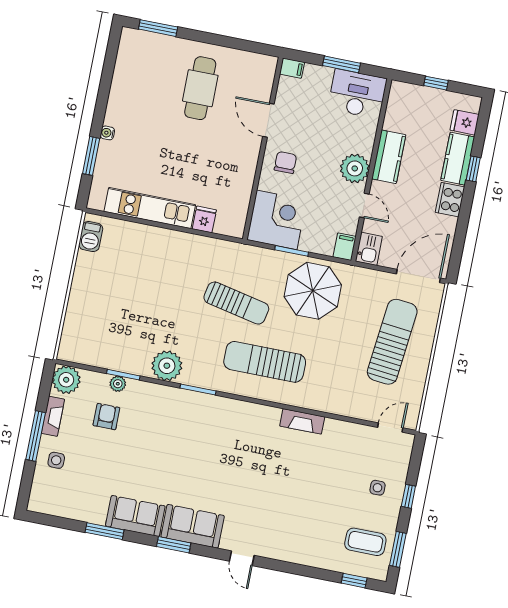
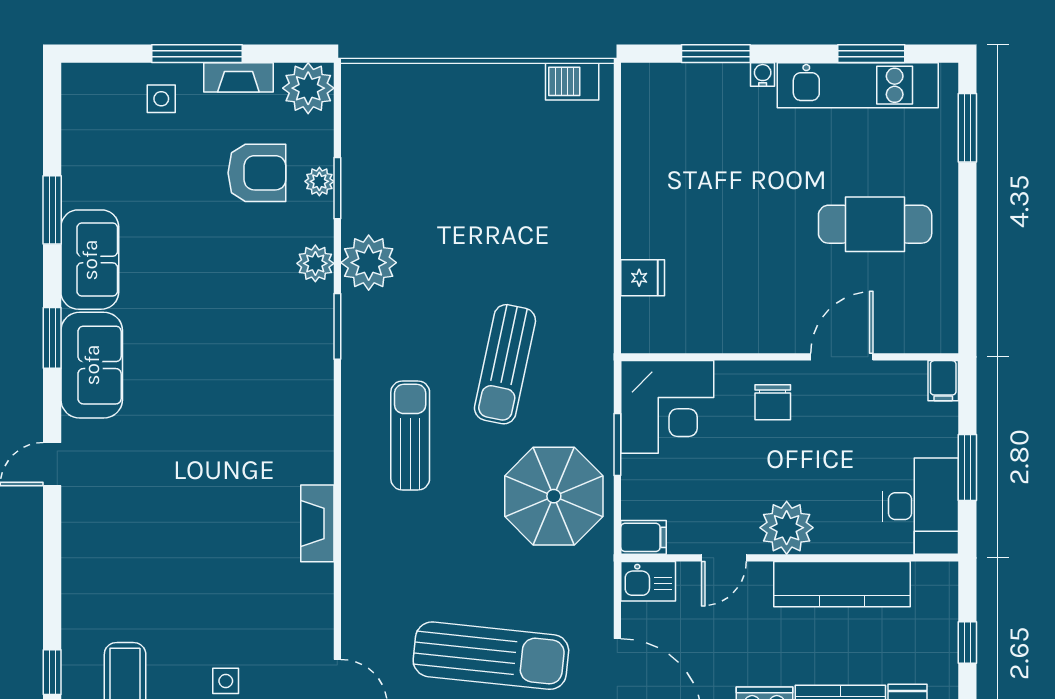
window: (108, 72) -> (871, 54), added
kitchen counter: (389, 157) -> (842, 584), width x1.50
chair: (285, 162) -> (773, 402), turned 90
kitchen unit: (150, 208) -> (858, 85), moved, turned 90
sun lounger: (265, 362) -> (410, 435), width x0.73, depth x0.75
plant: (162, 395) -> (315, 263), added
armchair: (106, 417) -> (257, 173), width x1.38, depth x1.38

